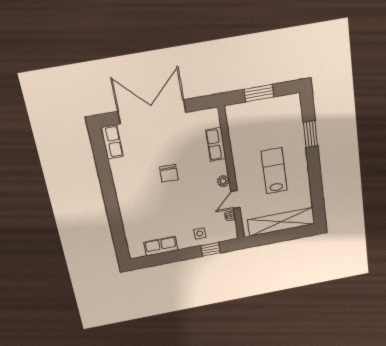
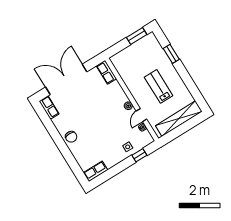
window: (259, 93) -> (137, 36), moved
row of seats: (216, 144) -> (106, 72), moved
chair: (169, 173) -> (71, 137), moved
row of seats: (161, 246) -> (96, 171), moved

